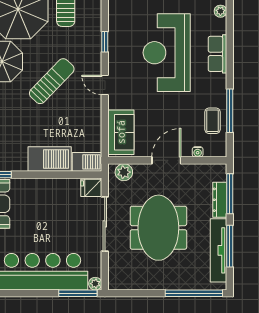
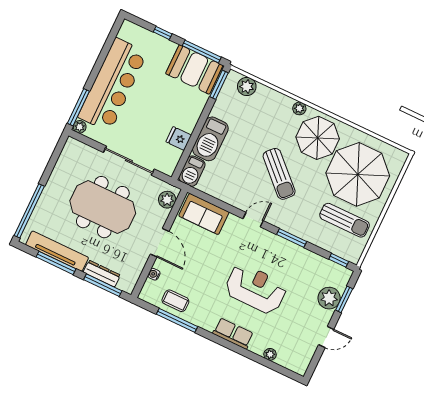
window: (105, 42) -> (292, 238), width x1.50
reception desk: (167, 53) -> (256, 289), width x0.74, depth x0.77
fridge: (91, 188) -> (179, 139), moved, turned -90

